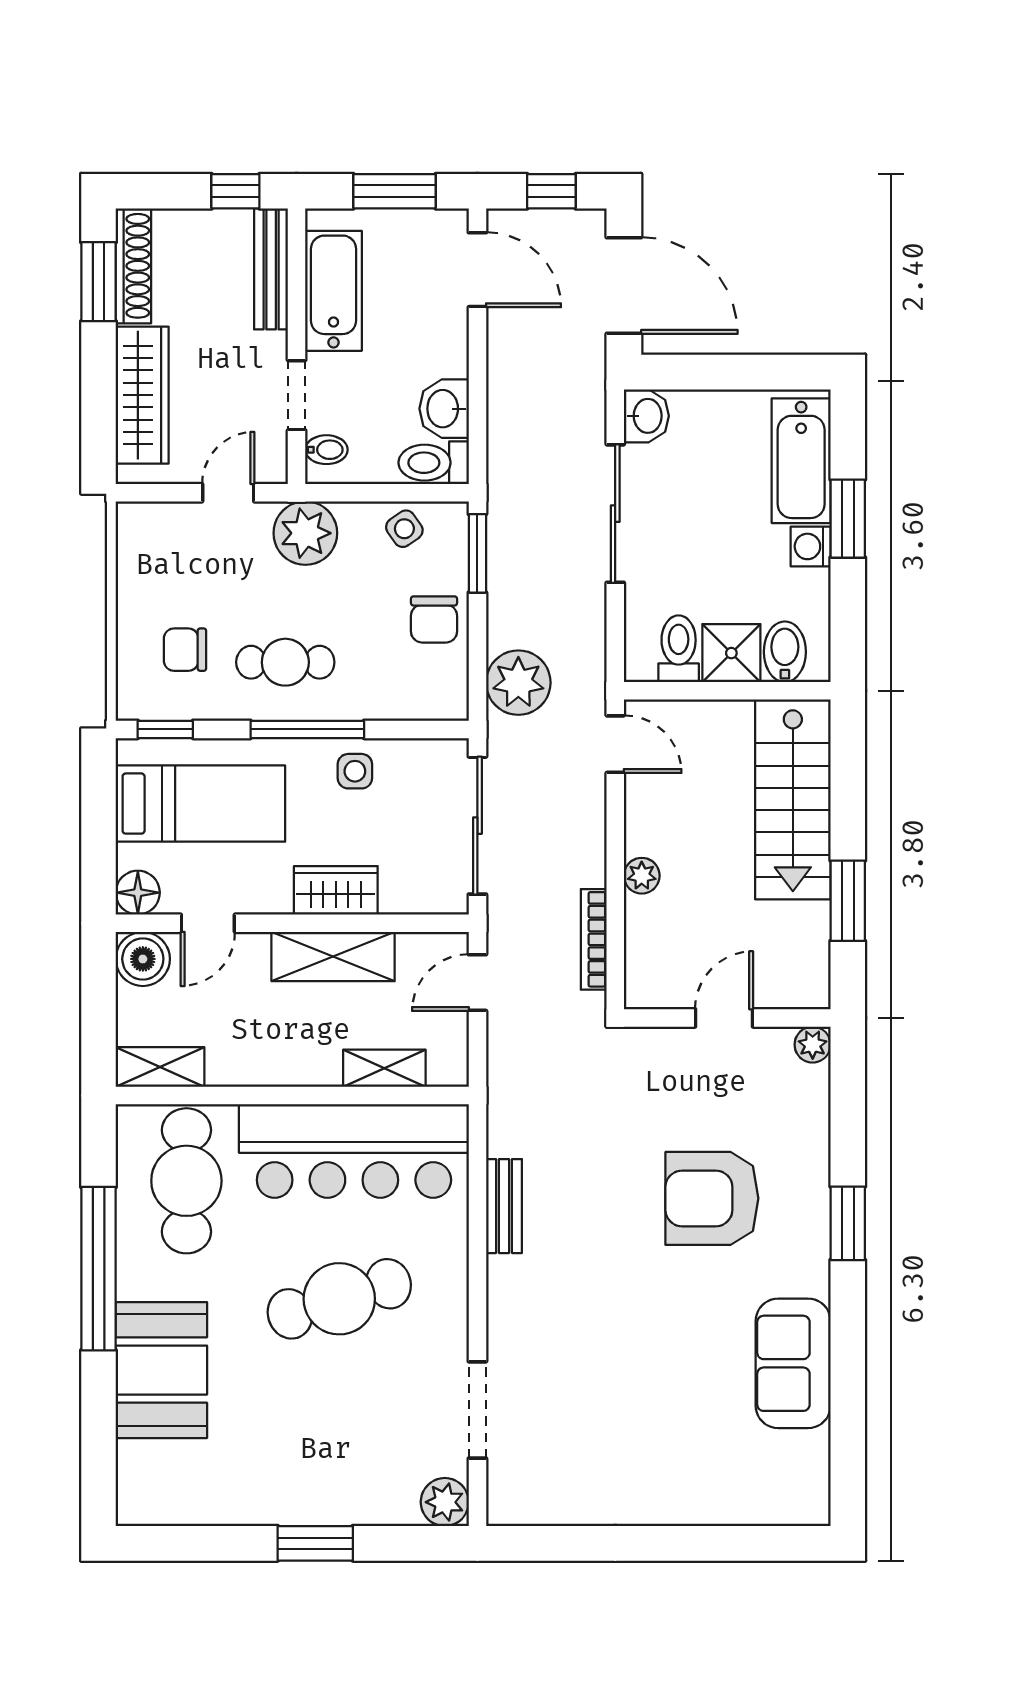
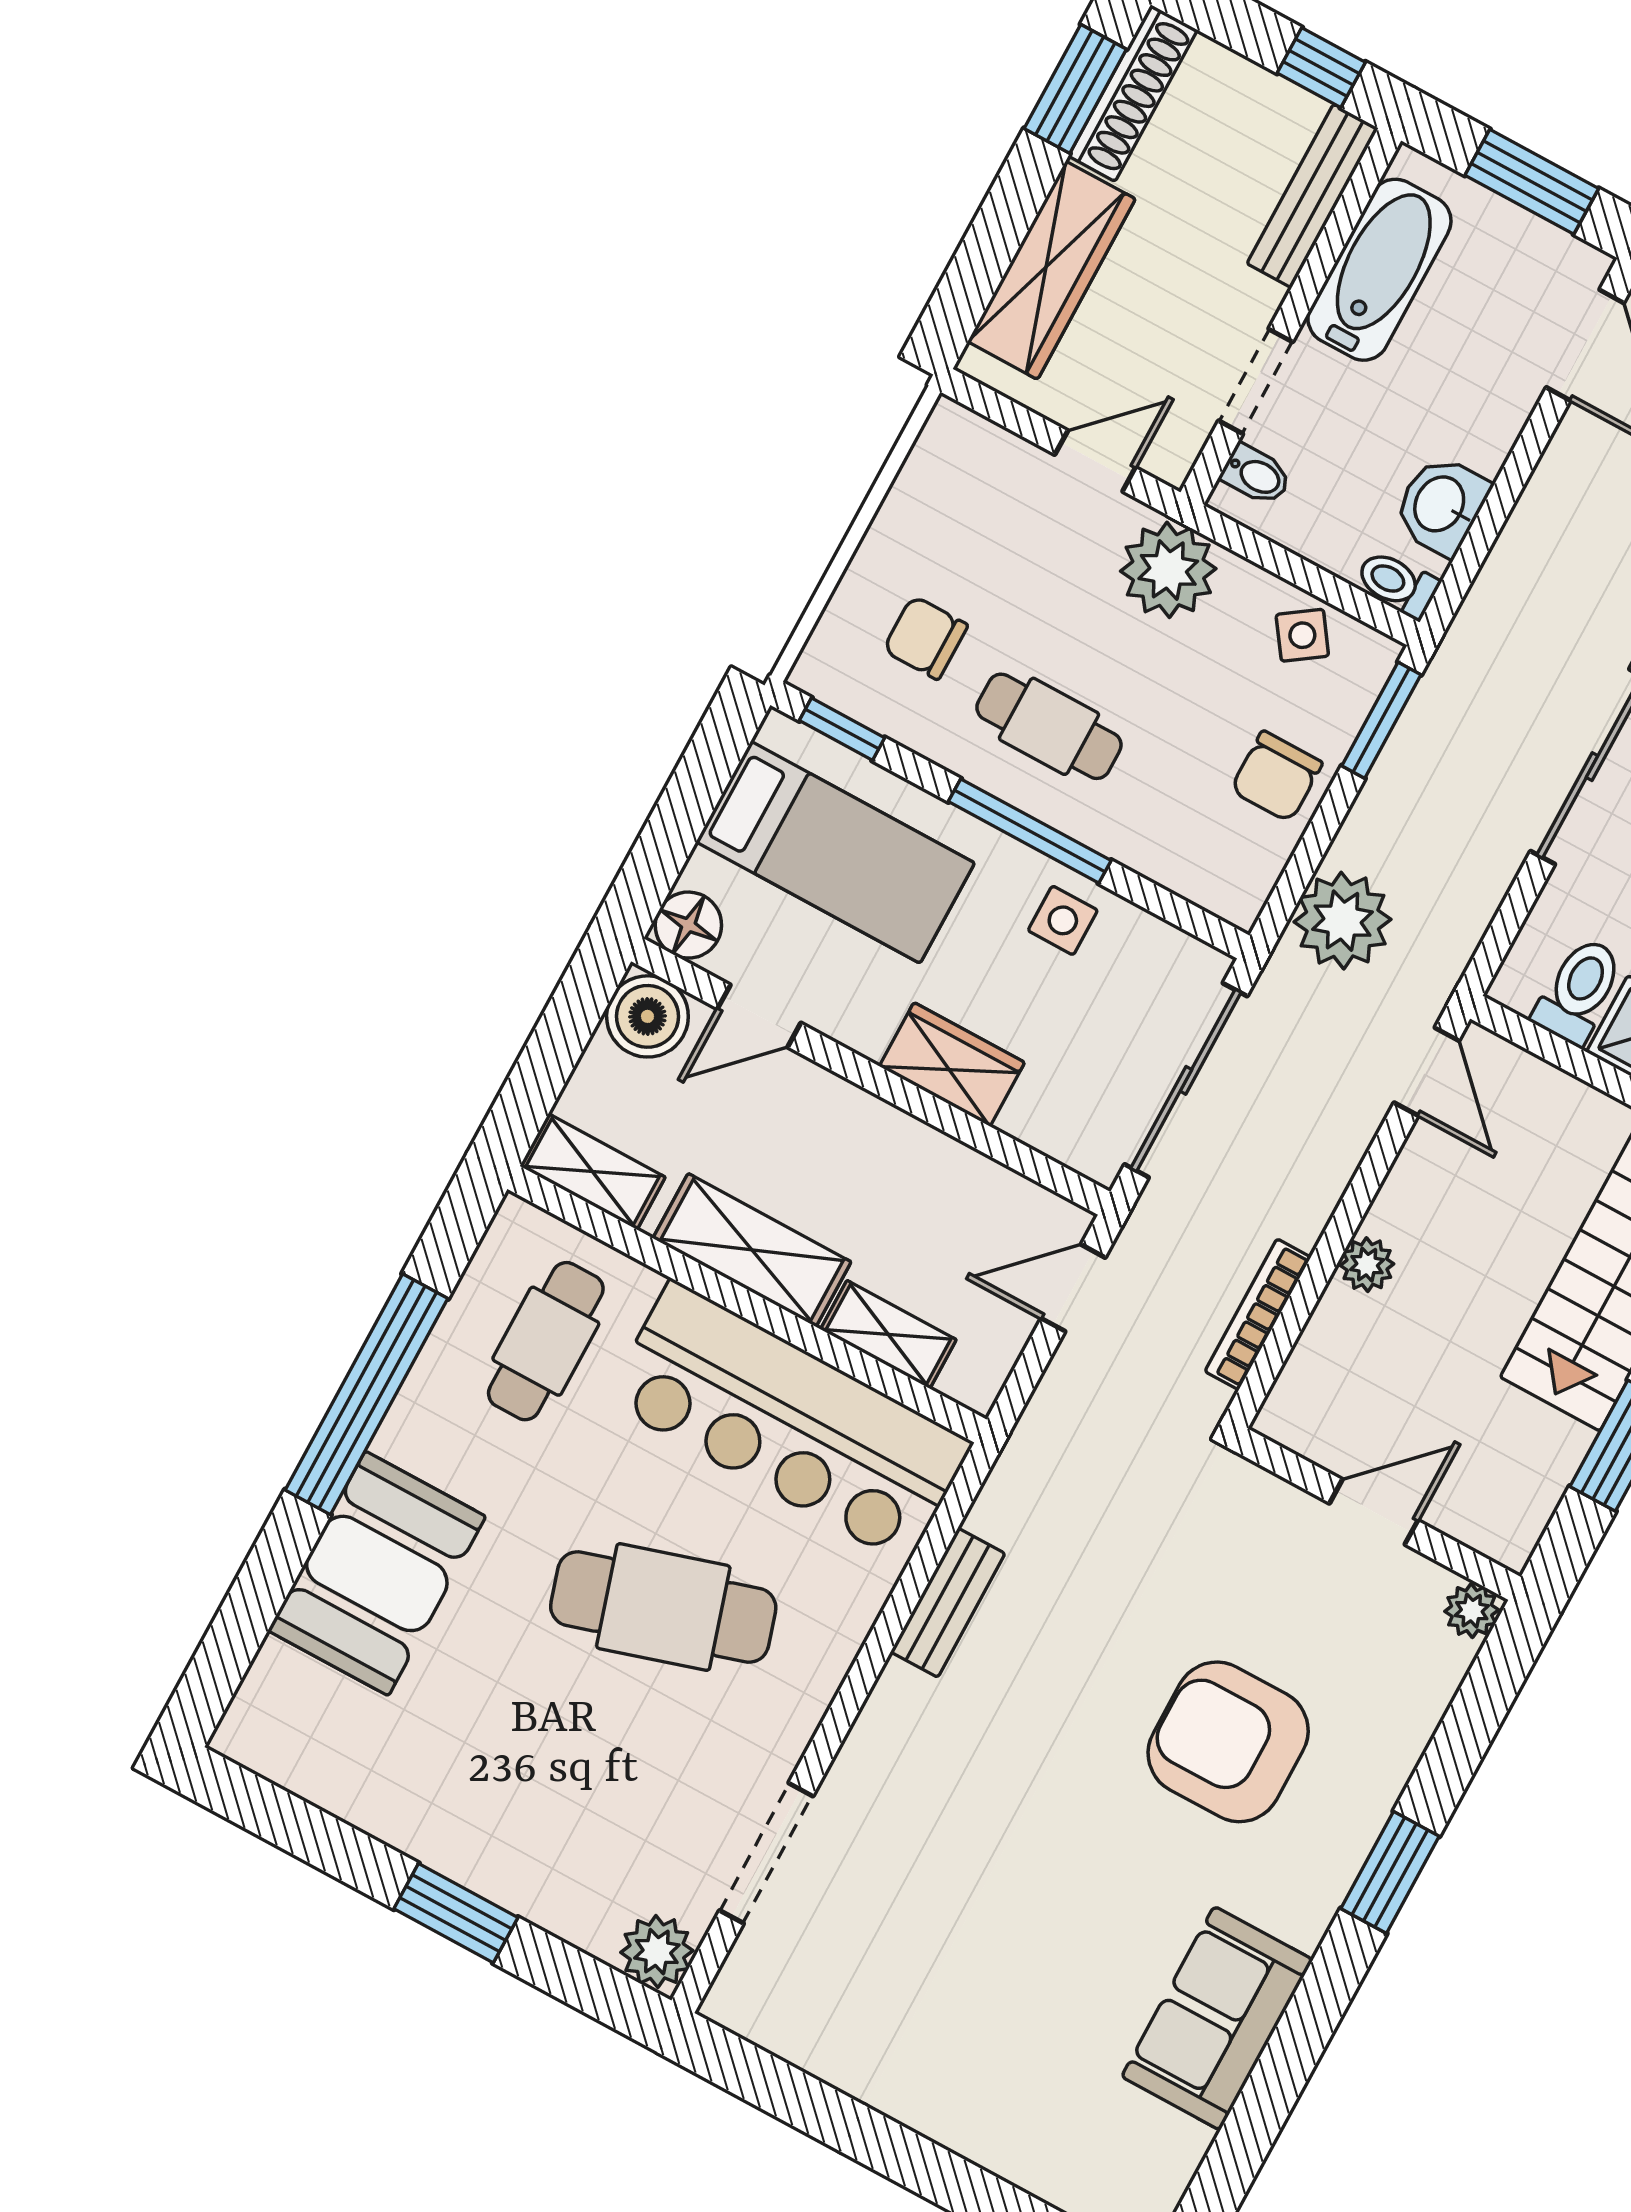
toilet: (434, 463) -> (1397, 584), width x0.73, depth x0.72
shelving: (333, 957) -> (752, 1250), moved
cafe table: (186, 1181) -> (546, 1341), width x0.73, depth x0.74

